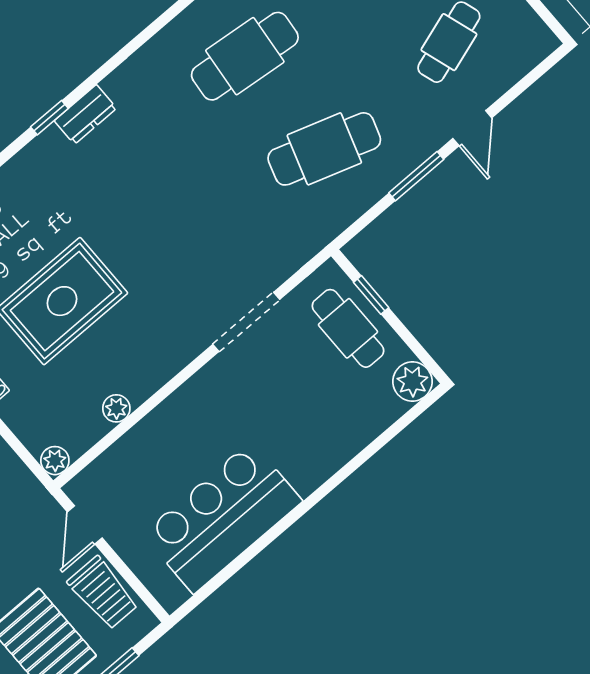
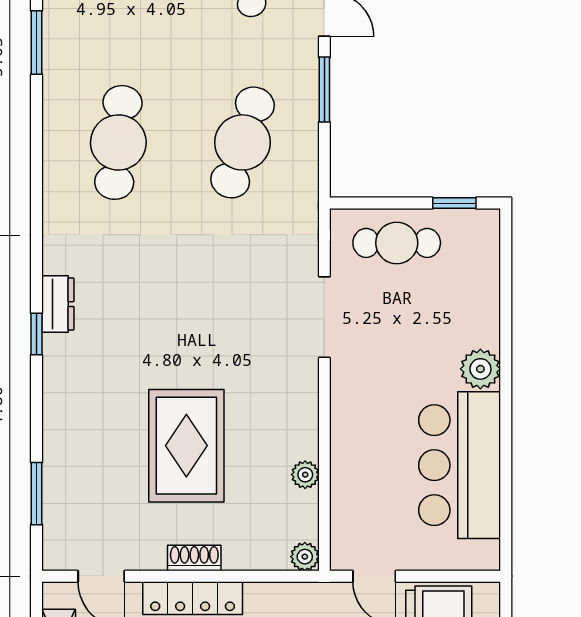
window: (371, 295) -> (454, 203), moved
plant: (412, 382) -> (480, 369), moved

